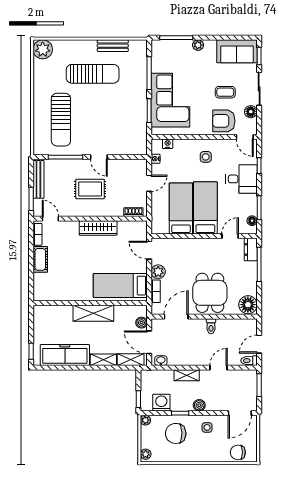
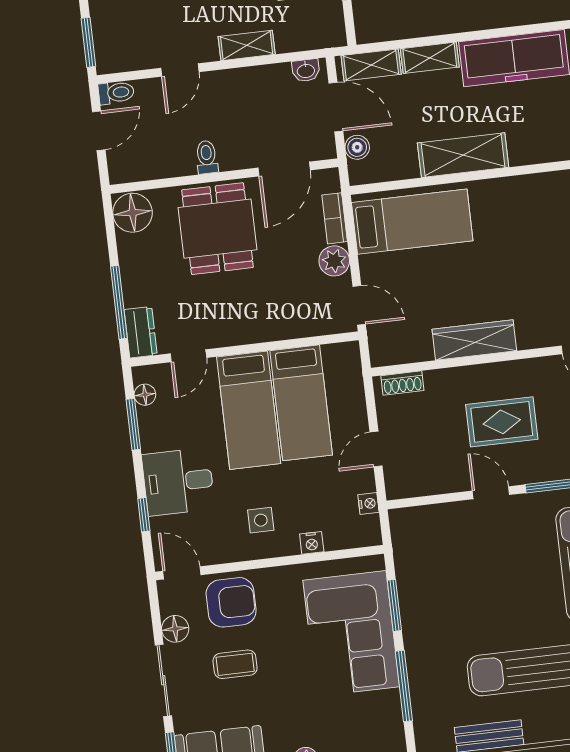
nightstand: (168, 144) -> (312, 543), moved

